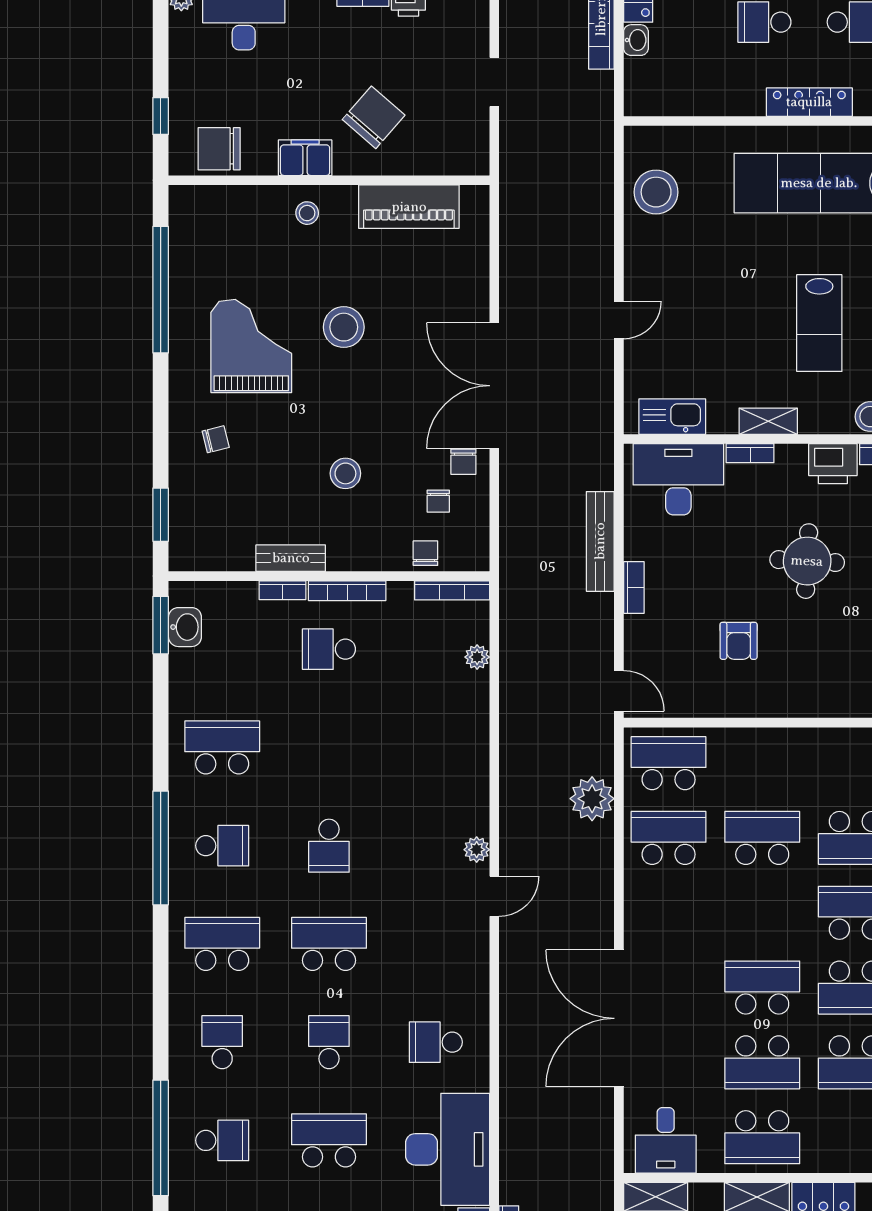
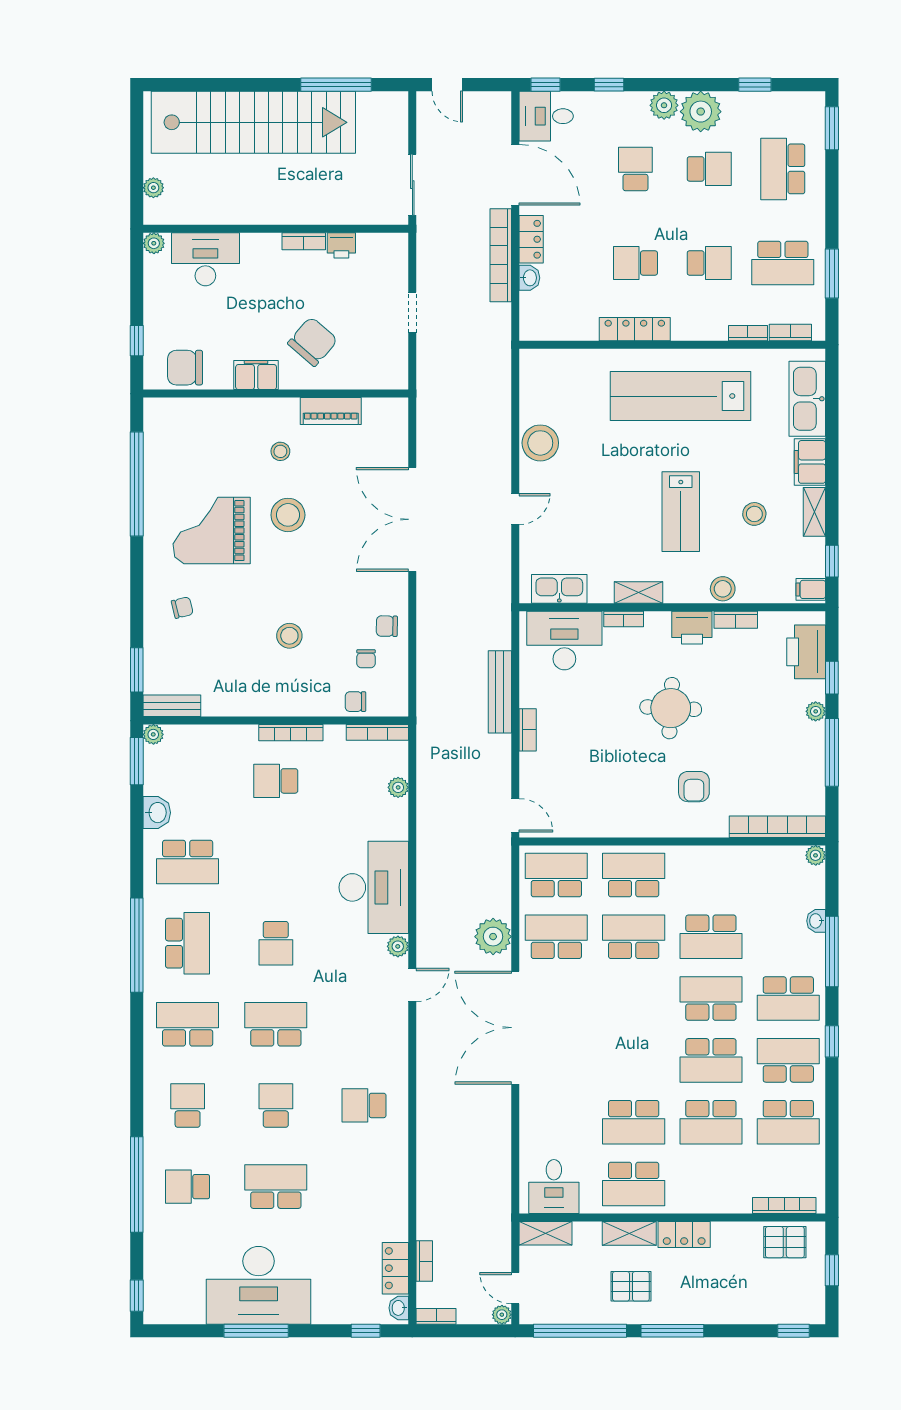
locker: (809, 102) -> (635, 329), moved
stool: (656, 192) -> (540, 443), moved
piano: (409, 207) -> (331, 411), width x0.73, depth x0.75
stool: (307, 213) -> (280, 451), moved
grand piano: (251, 346) -> (212, 531), turned -90
double door: (494, 386) -> (412, 519), moved
chair: (463, 462) -> (387, 626), turned 91
chair: (425, 553) -> (355, 702), turned -90
bench: (291, 558) -> (172, 706), moved
bookcase: (282, 590) -> (237, 732), removed
plant: (181, 593) -> (153, 734), added
washbasin: (185, 627) -> (157, 813), moved
armchair: (739, 641) -> (694, 787), moved
school desk: (222, 747) -> (188, 862), turned 180
plant: (592, 799) -> (493, 937), moved
school desk: (222, 846) -> (188, 943), width x1.85
school desk: (762, 988) -> (634, 875), moved
double door: (619, 1018) -> (515, 1028), moved
school desk: (222, 1140) -> (188, 1187), turned 180
desk: (448, 1149) -> (374, 887), moved

